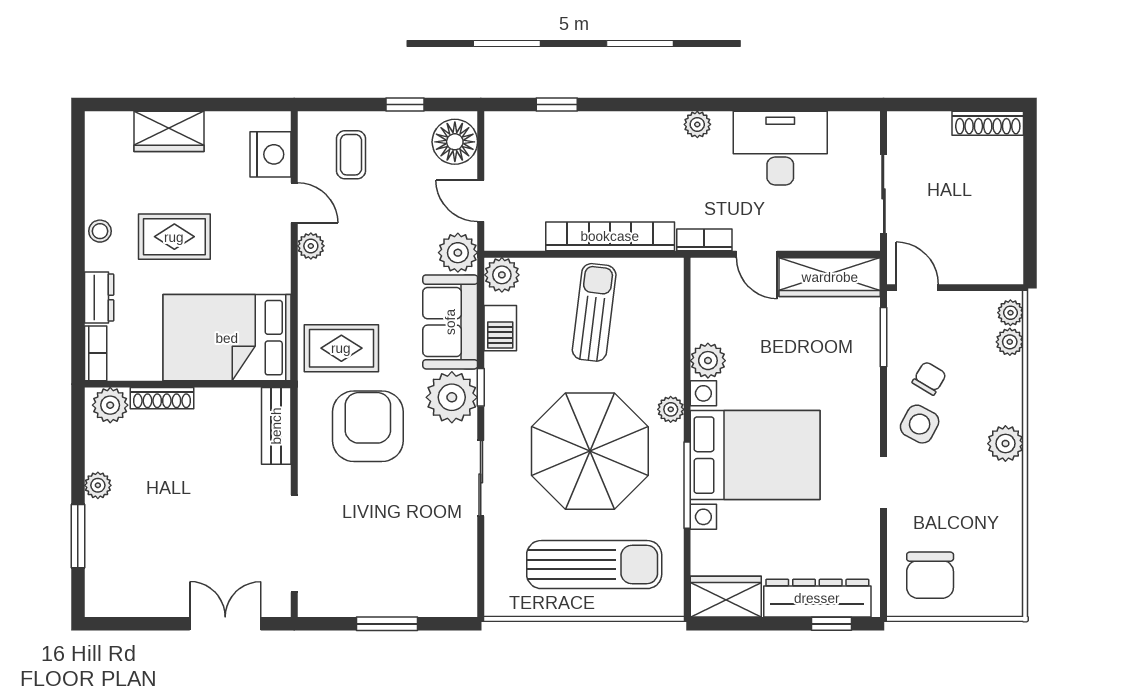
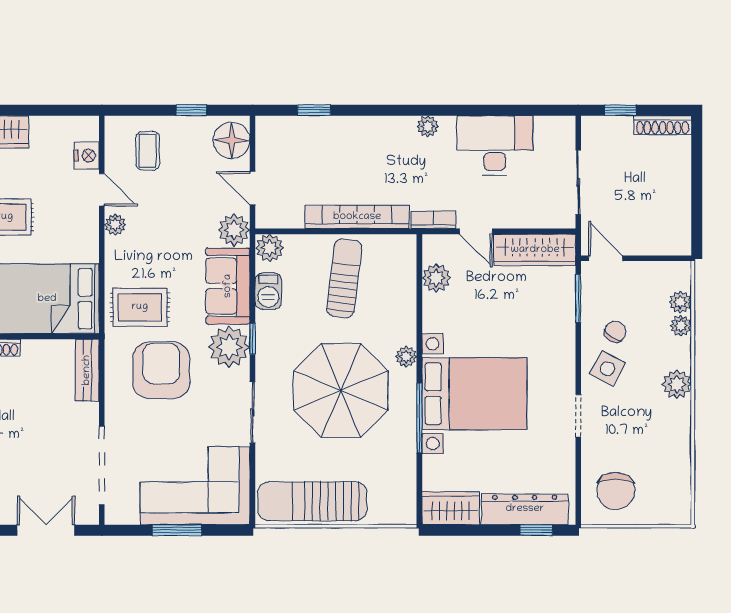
window: (936, 105) -> (620, 110), added
nightstand: (271, 154) -> (87, 155), width x0.74, depth x0.75
plant: (1010, 313) -> (681, 326), moved
plant: (708, 361) -> (436, 278), moved
sun lounger: (594, 565) -> (312, 501), moved, turned 180
corner sofa: (410, 569) -> (195, 486), added

